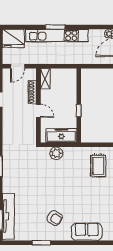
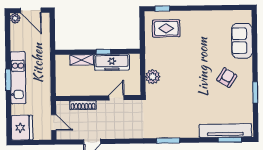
kitchen unit: (57, 36) -> (18, 78), width x0.73
shelving: (45, 79) -> (82, 60), moved
door: (38, 111) -> (116, 98), moved
freezer: (61, 135) -> (112, 62), moved, turned -90

